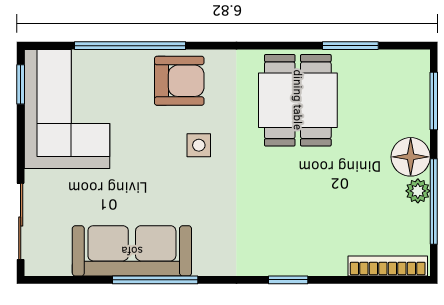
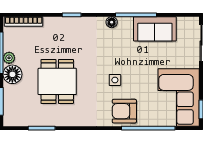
dining table: (298, 100) -> (57, 81), moved
sofa: (132, 251) -> (155, 29), width x0.73
floor lamp: (205, 265) -> (112, 22), added

